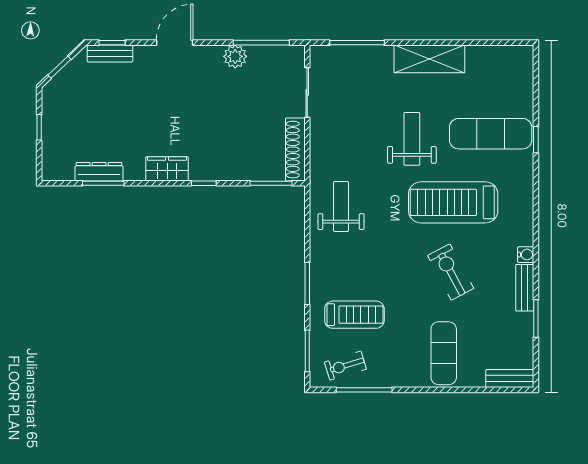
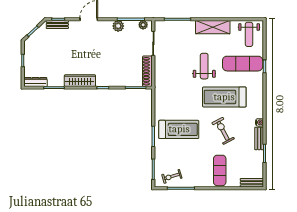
plant: (286, 54) -> (143, 25), added
wardrobe: (167, 169) -> (80, 81), width x1.50
dresser: (99, 172) -> (35, 82), moved
weight bench: (341, 207) -> (249, 34), moved, turned 180
treadmill: (354, 315) -> (179, 129), moved, width x1.37, depth x1.38

